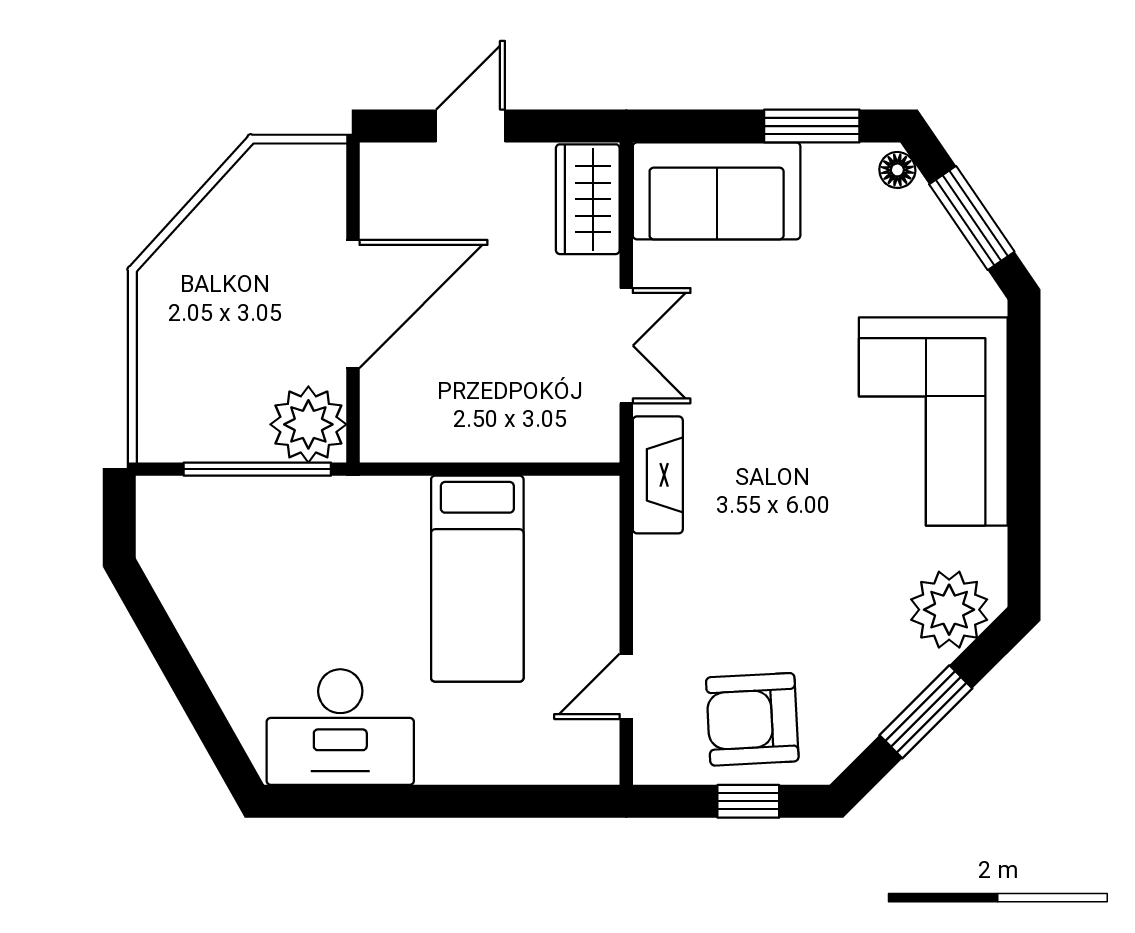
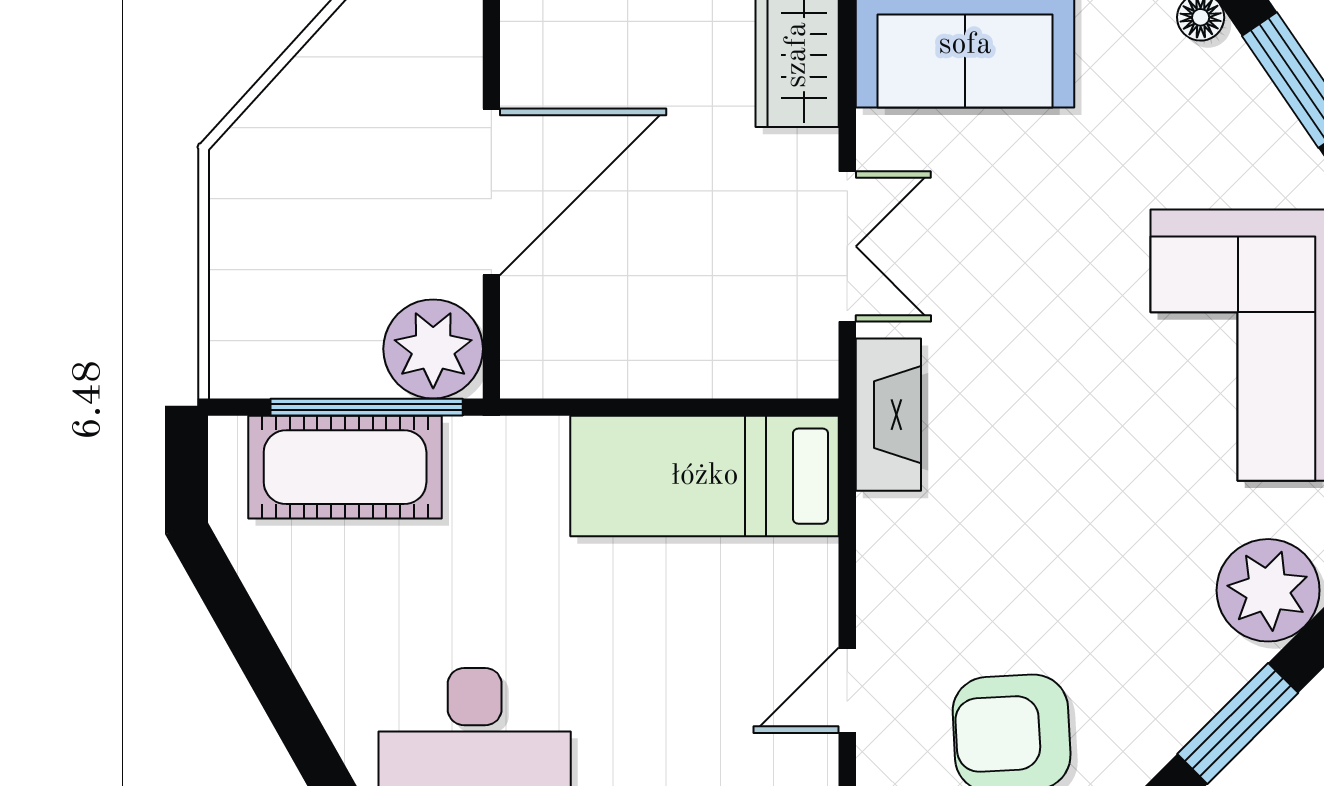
cot: (241, 515) -> (345, 467), added
bed: (477, 579) -> (705, 476), moved, turned 90

